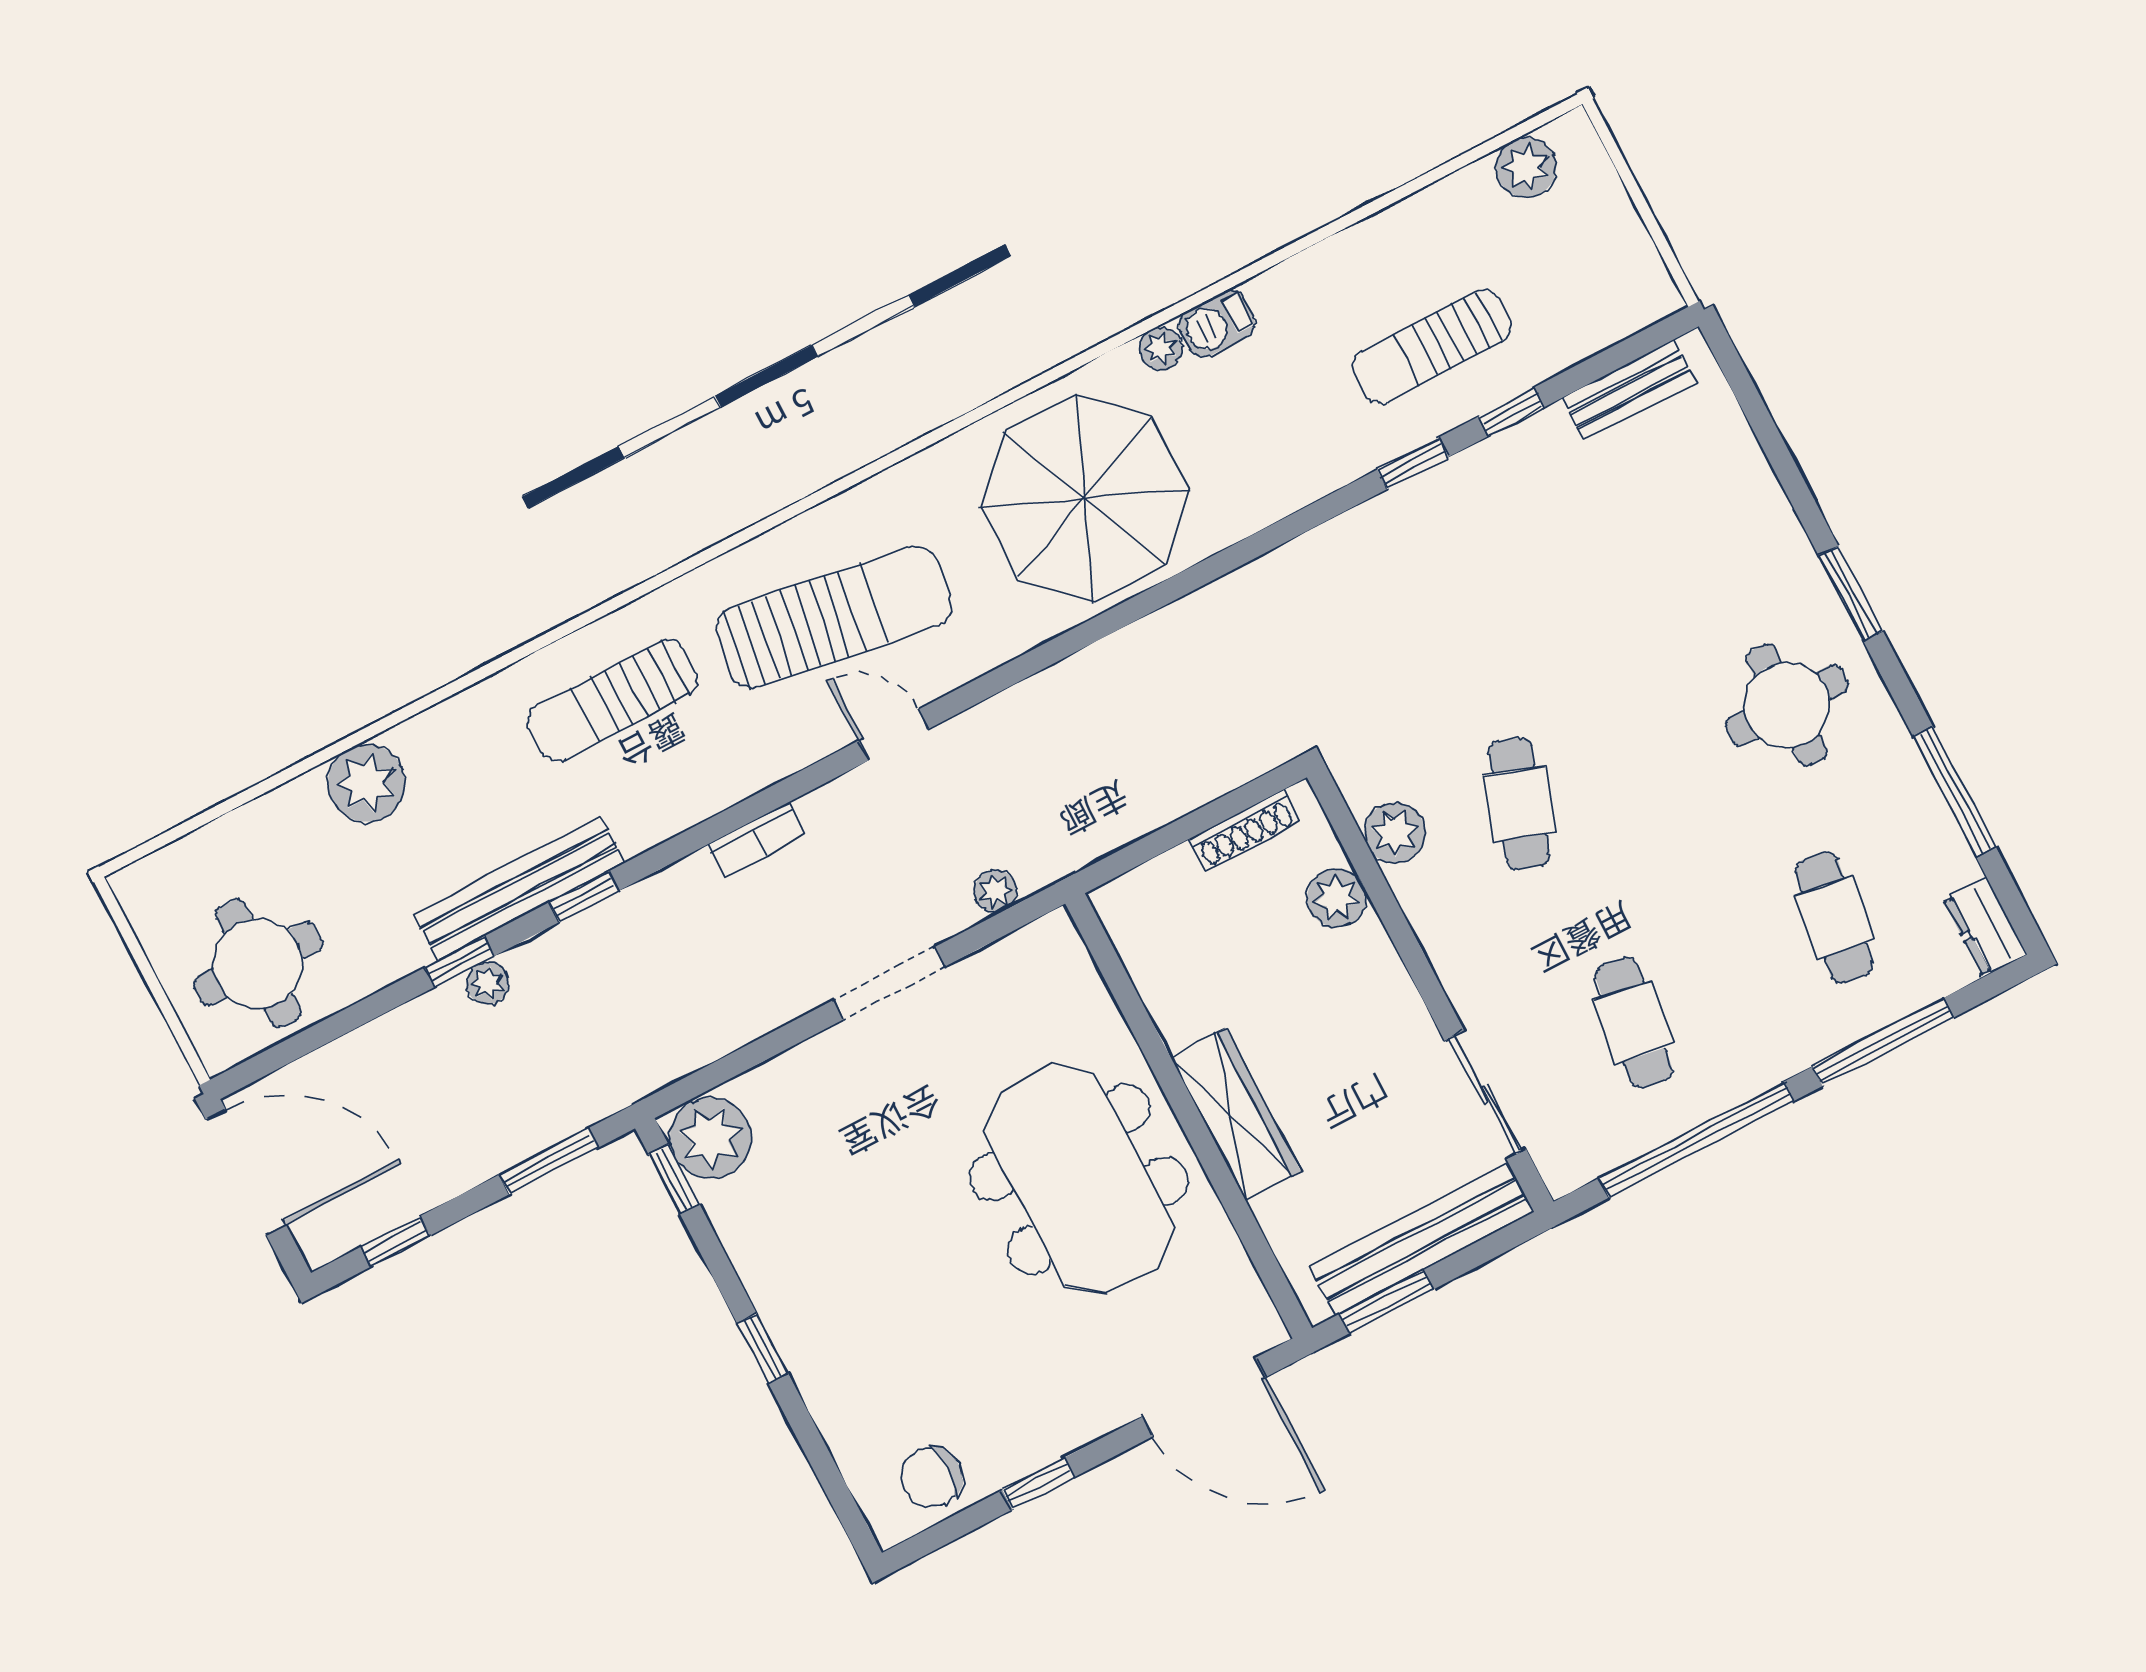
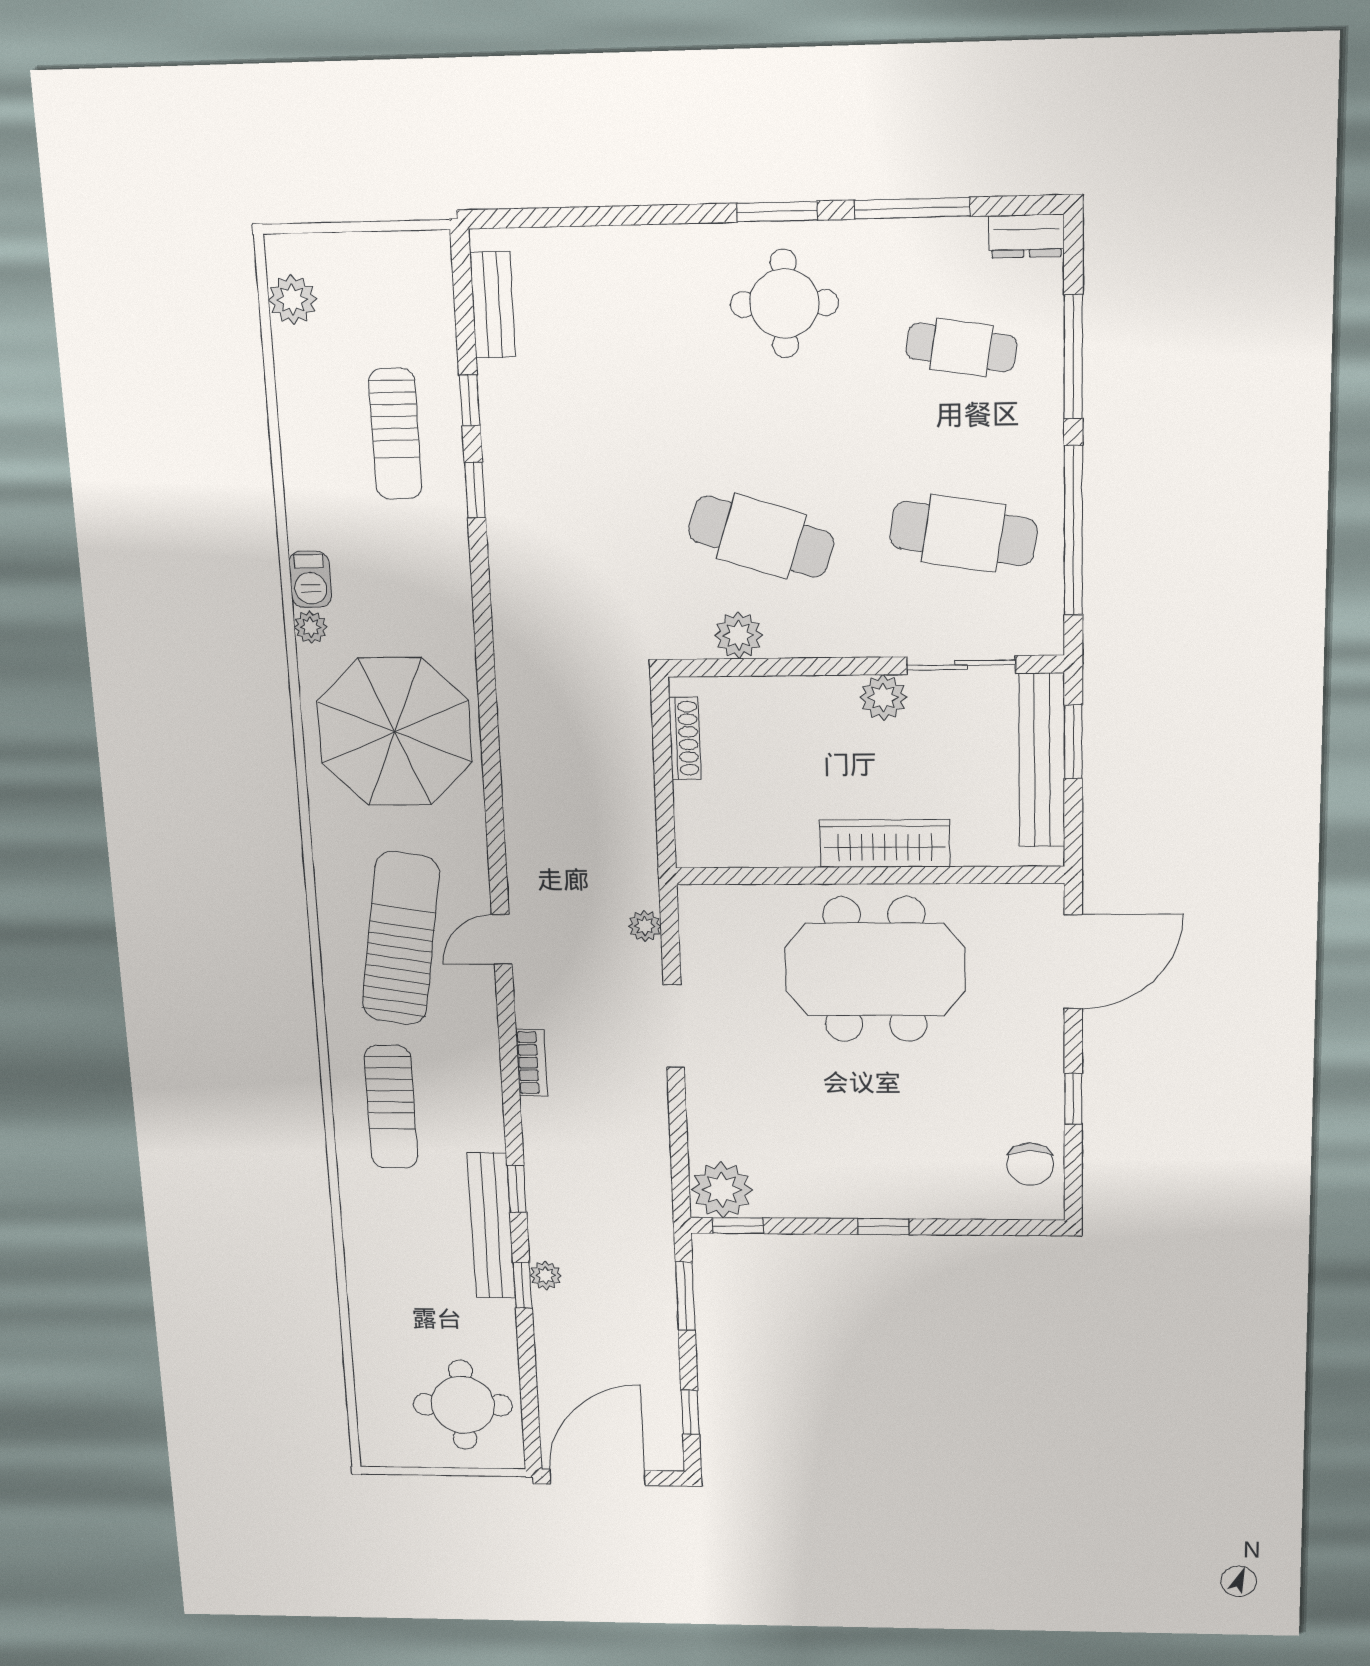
window: (1851, 594) -> (777, 212), moved
plant: (367, 783) -> (374, 1284), removed
cafe table: (1519, 804) -> (761, 537), width x1.37, depth x1.35
plant: (1337, 898) -> (883, 697), moved
cafe table: (1634, 1022) -> (963, 533), width x1.37, depth x1.35
window: (1386, 1302) -> (1073, 742), moved

